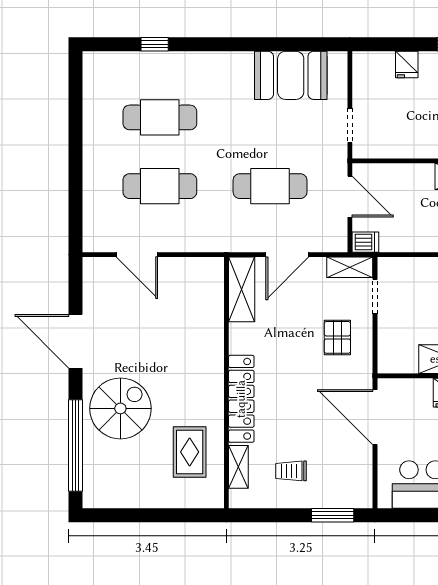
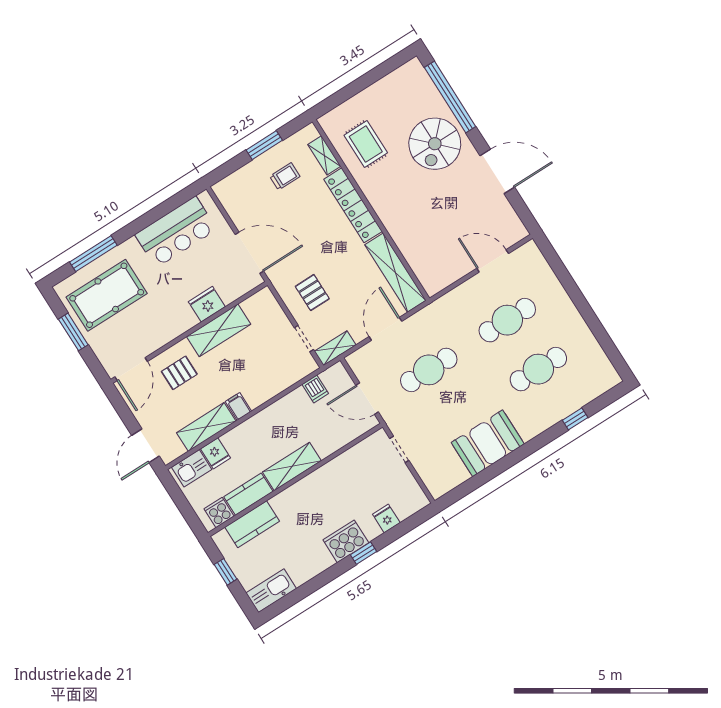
booth: (291, 75) -> (488, 443), moved
dishwasher: (365, 242) -> (315, 389), moved, turned -90
shelving: (242, 289) -> (395, 273), width x1.47
window: (333, 515) -> (264, 145), moved

